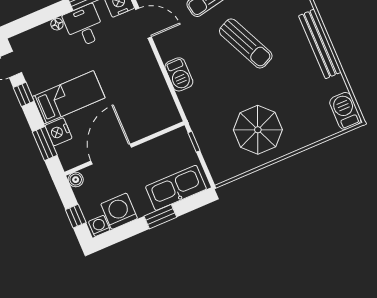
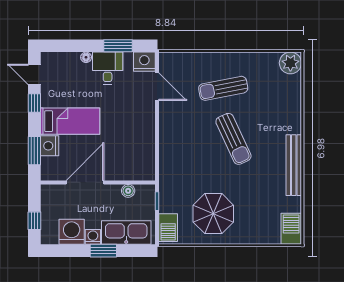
barbecue: (179, 74) -> (168, 228), moved
boiler: (76, 180) -> (128, 191), moved
washing machine: (99, 226) -> (93, 237), moved

